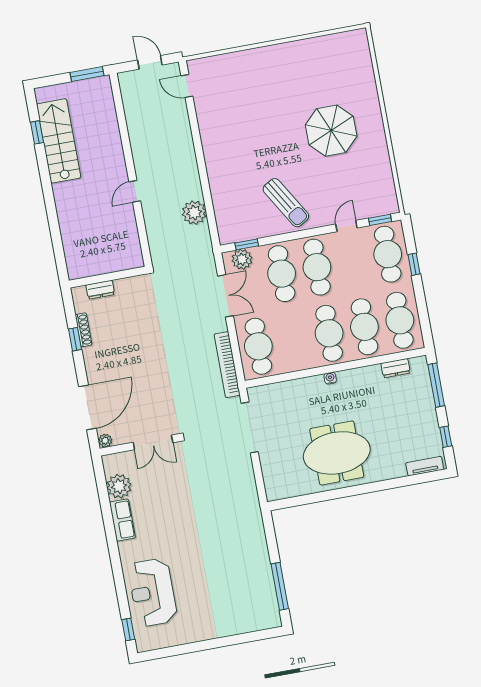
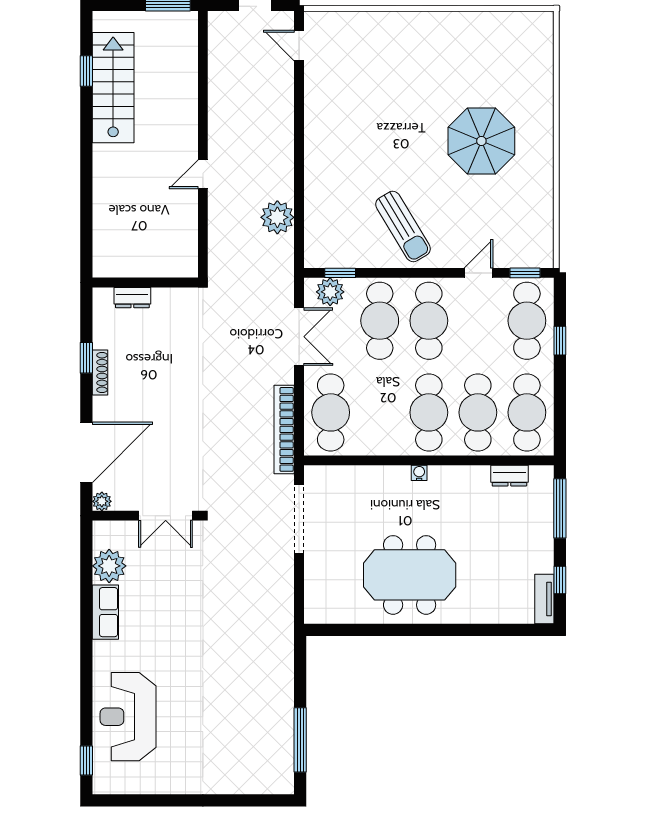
shoe rack: (83, 330) -> (100, 372), moved
tv unit: (425, 466) -> (544, 599), moved, turned -90

